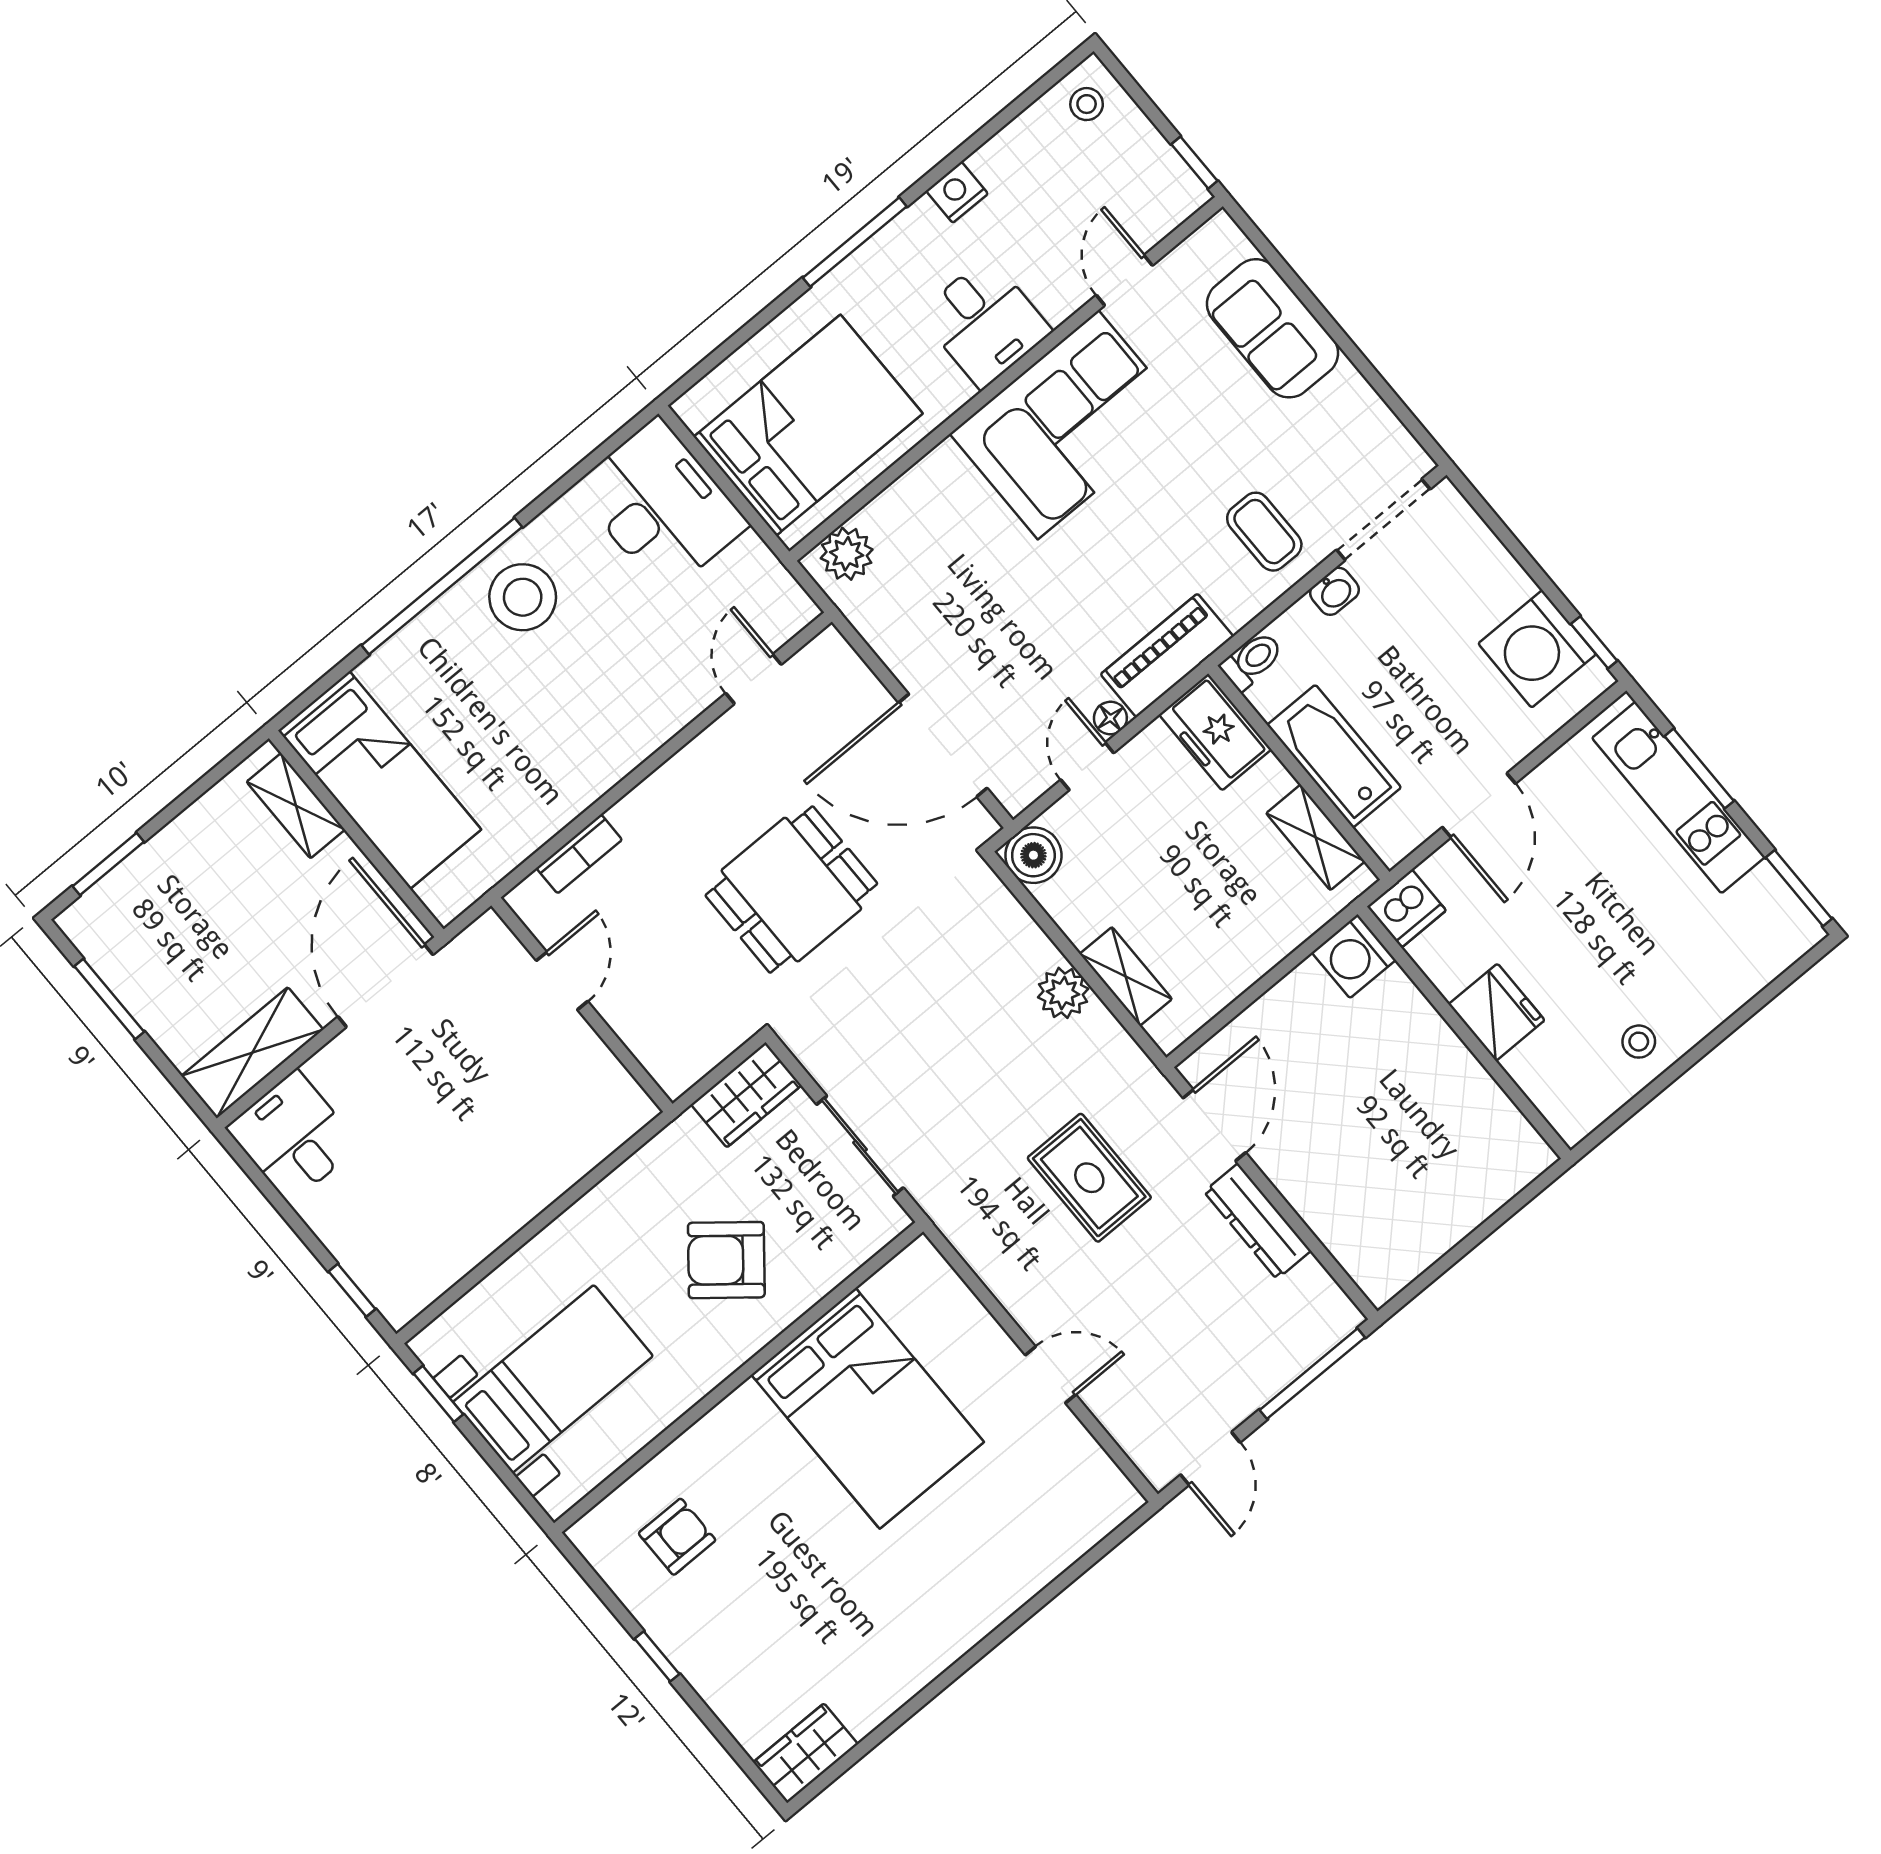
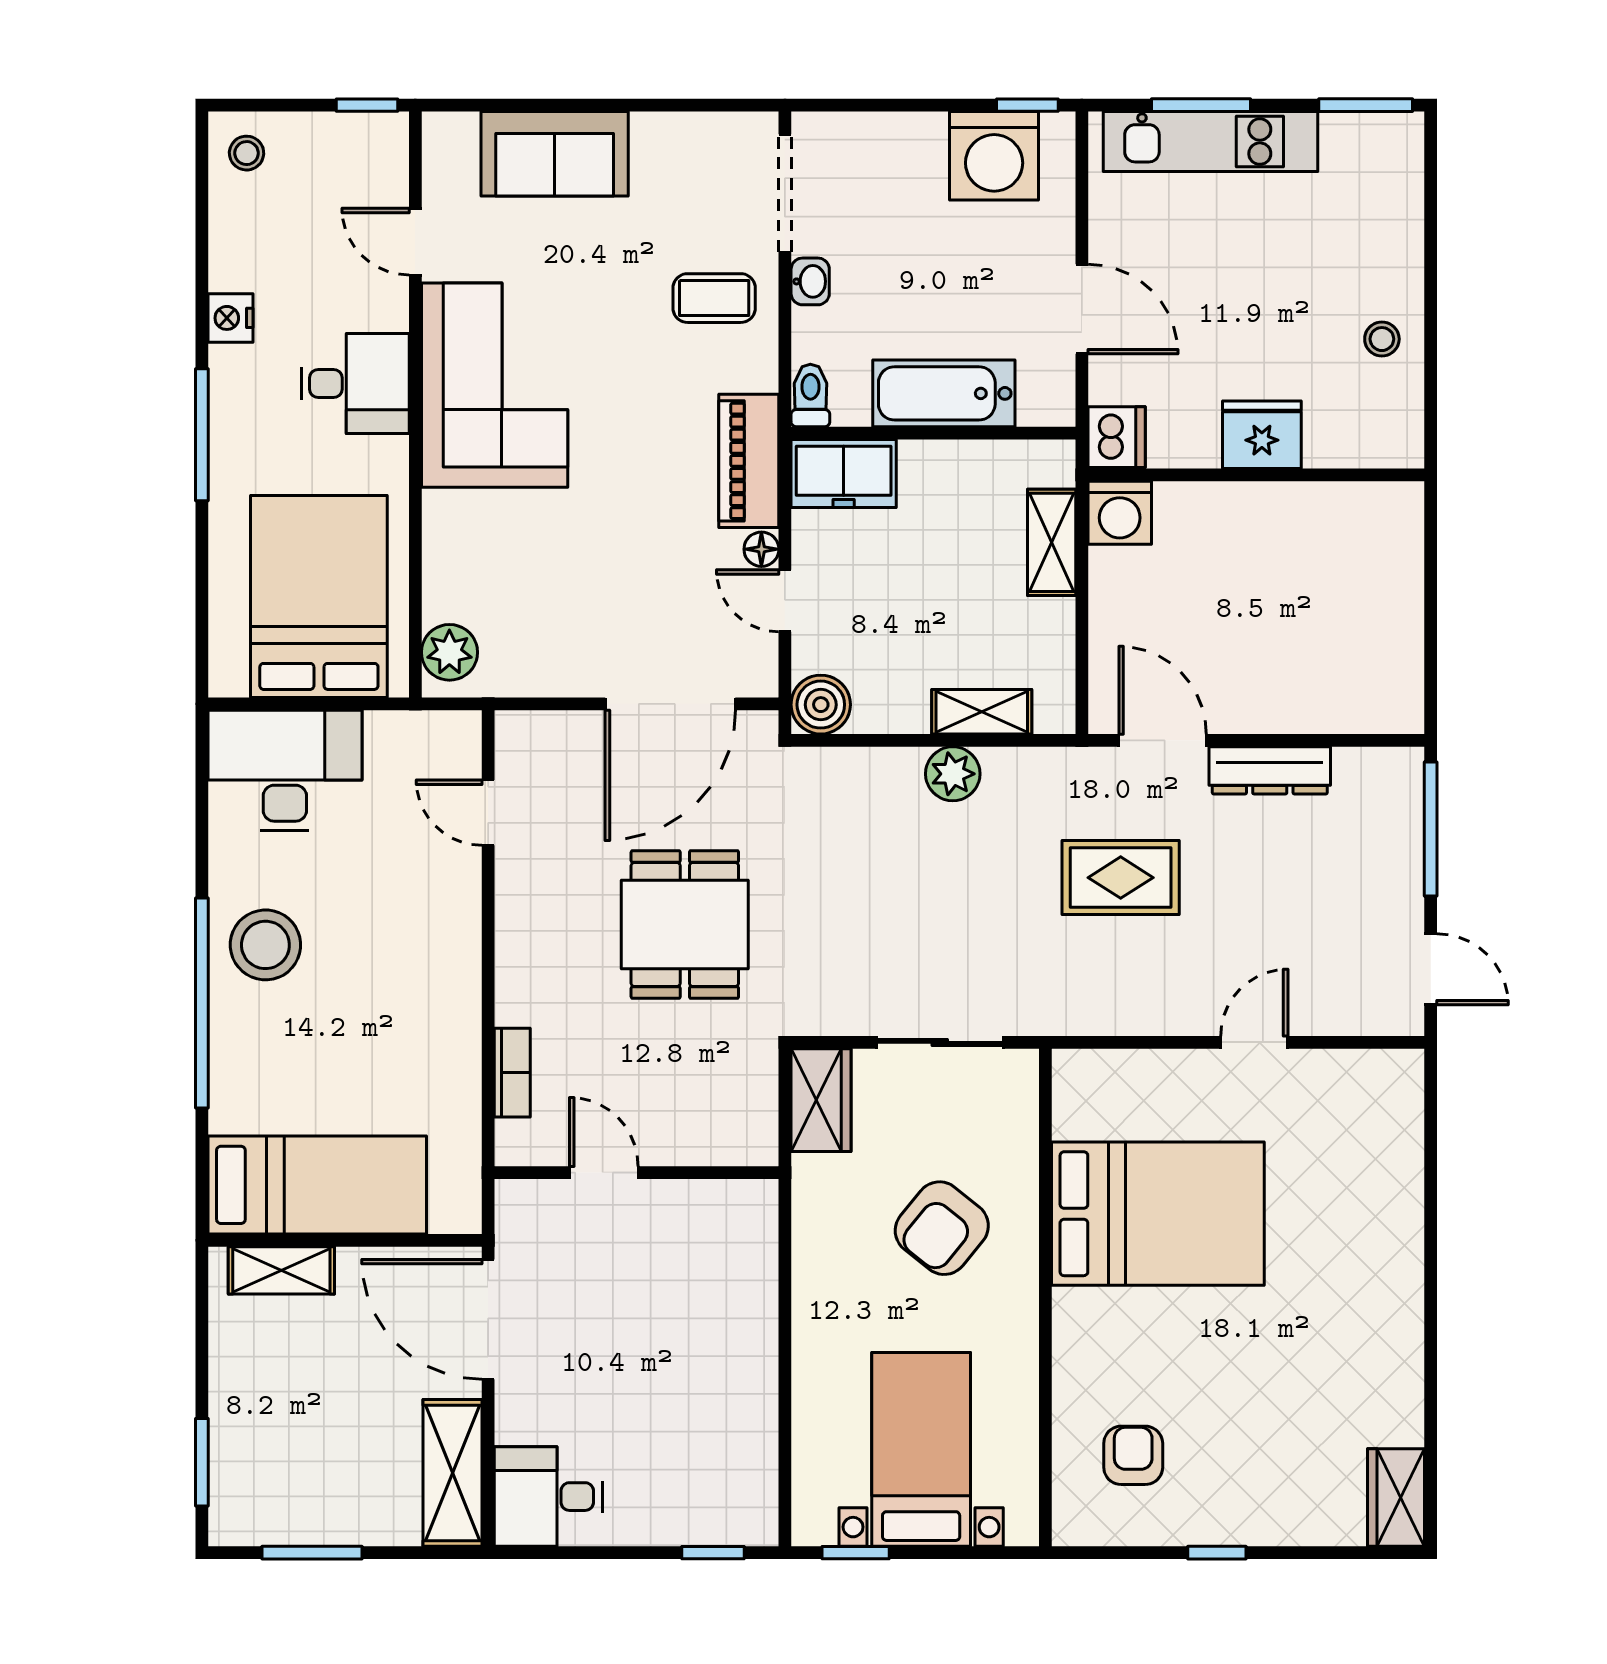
shelving: (1316, 837) -> (1052, 542), moved, turned 90

